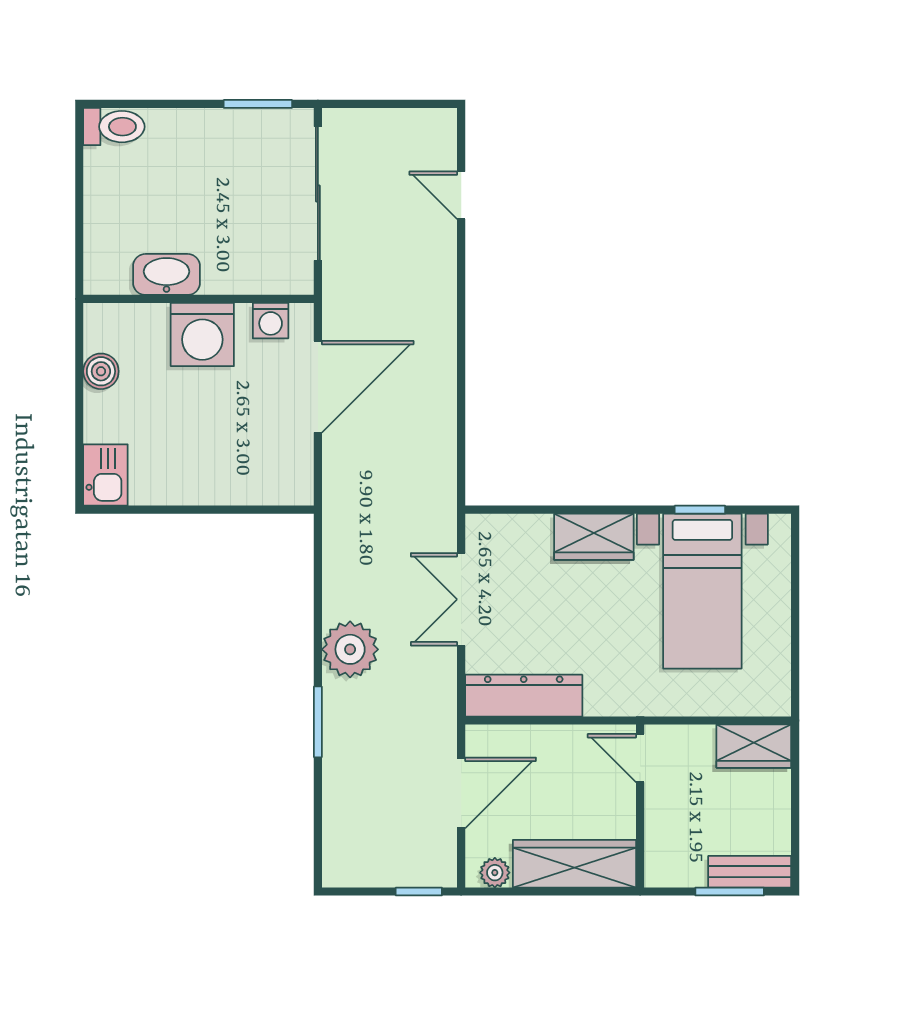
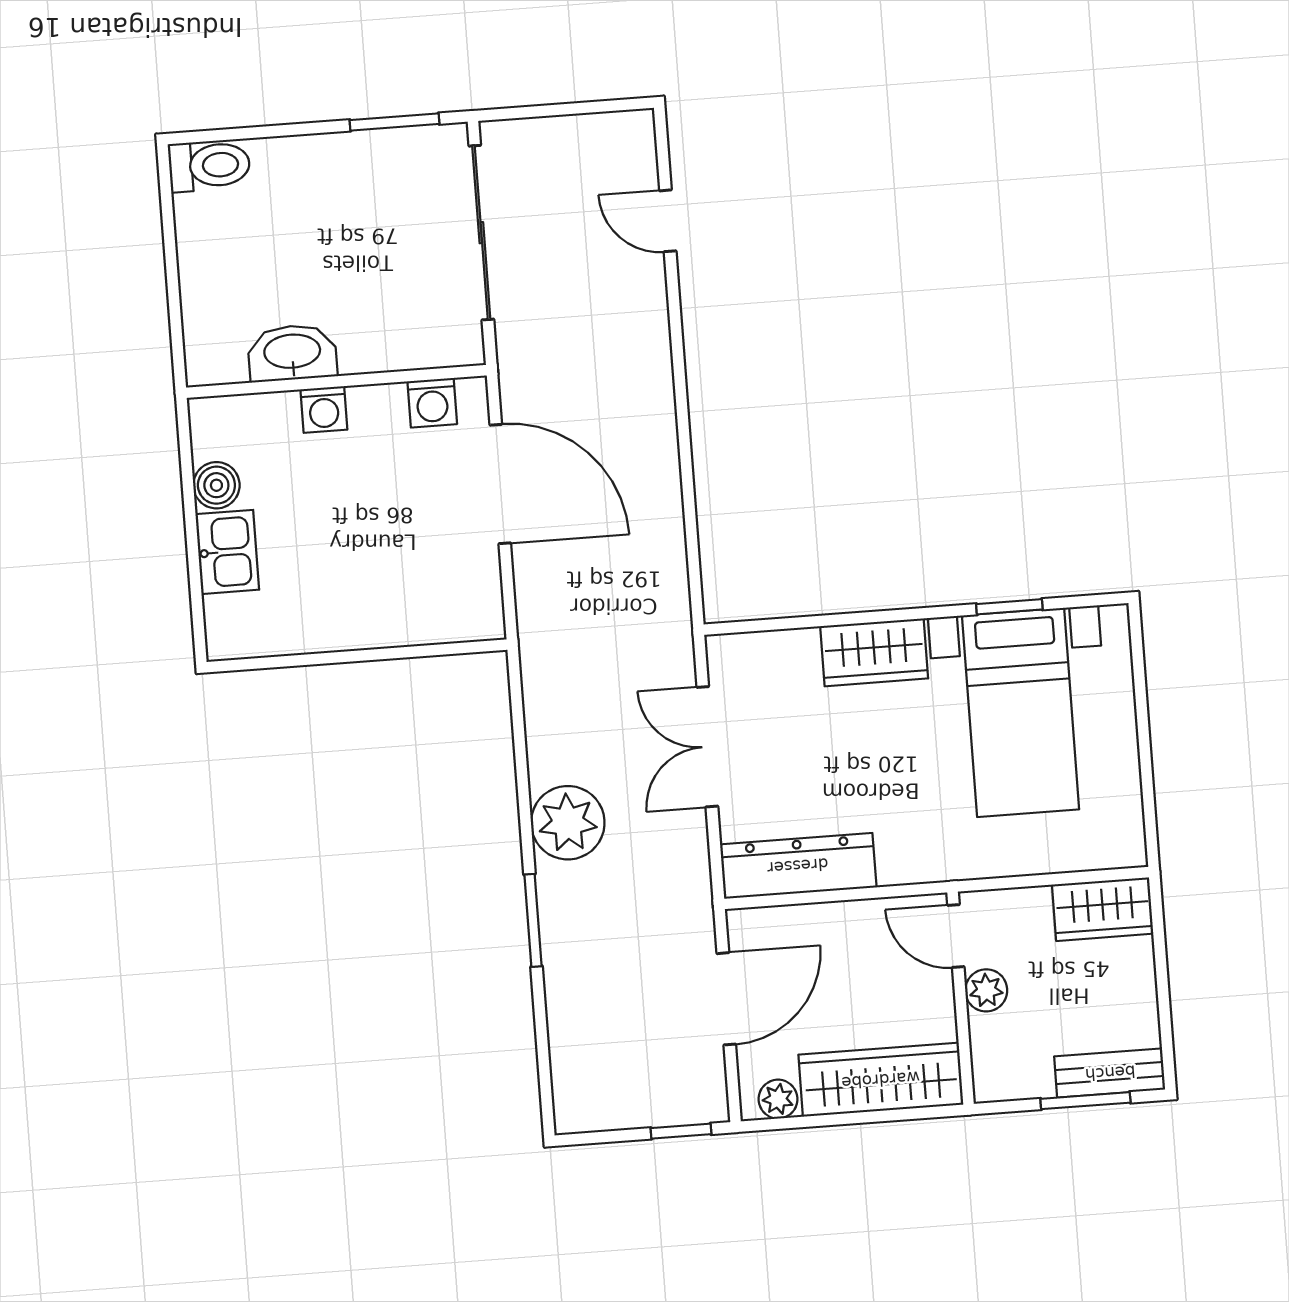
washing machine: (202, 335) -> (324, 410), width x0.53, depth x0.53
door: (318, 387) -> (500, 484), hinge flipped
kitchen sink: (105, 475) -> (227, 552), moved
plant: (660, 801) -> (986, 990), added

